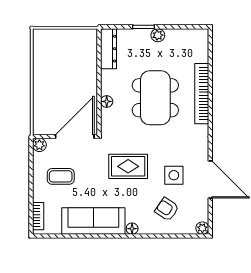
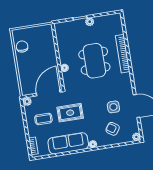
dresser: (109, 49) -> (60, 35), removed
chair: (45, 57) -> (22, 47), added
rug: (128, 166) -> (70, 113), moved

